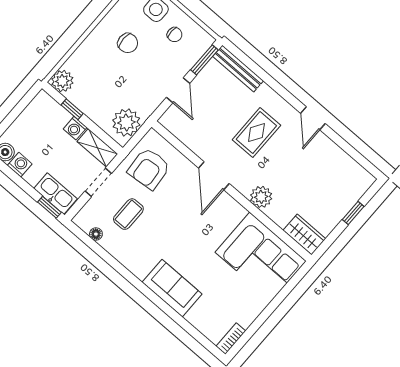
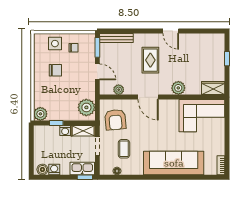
plant: (185, 135) -> (119, 90), added
sofa: (172, 288) -> (174, 163), width x1.85, depth x1.27

